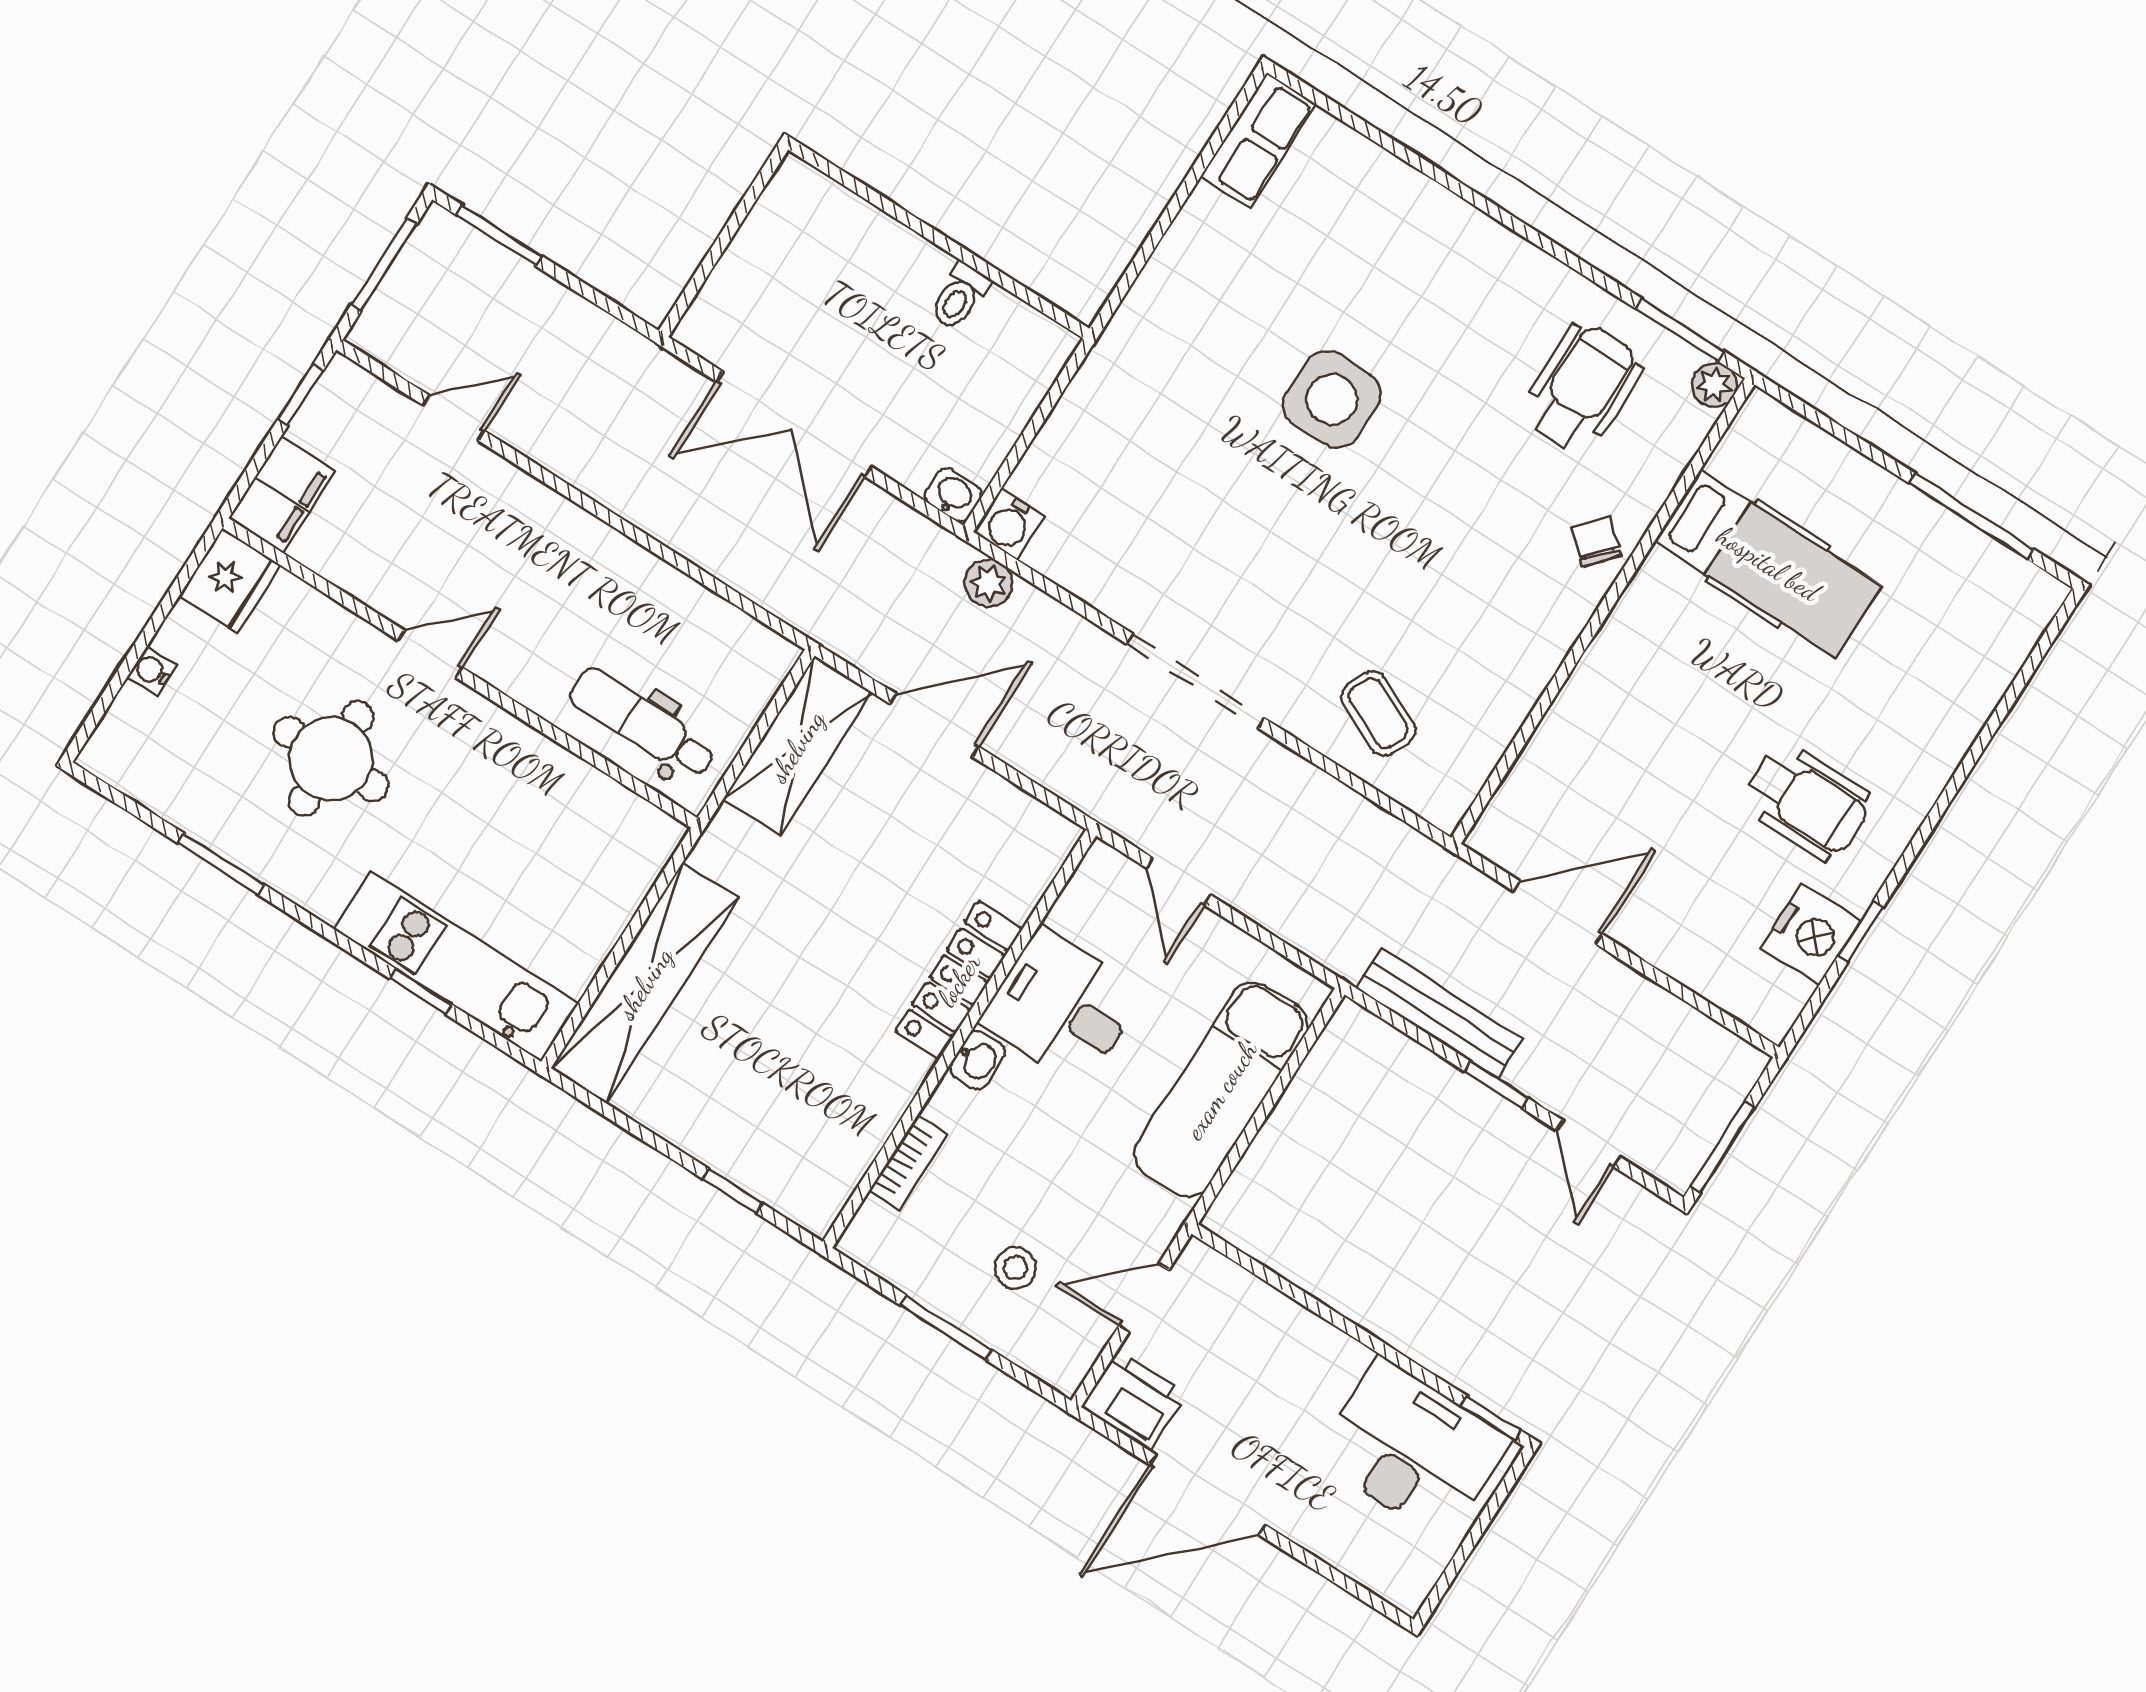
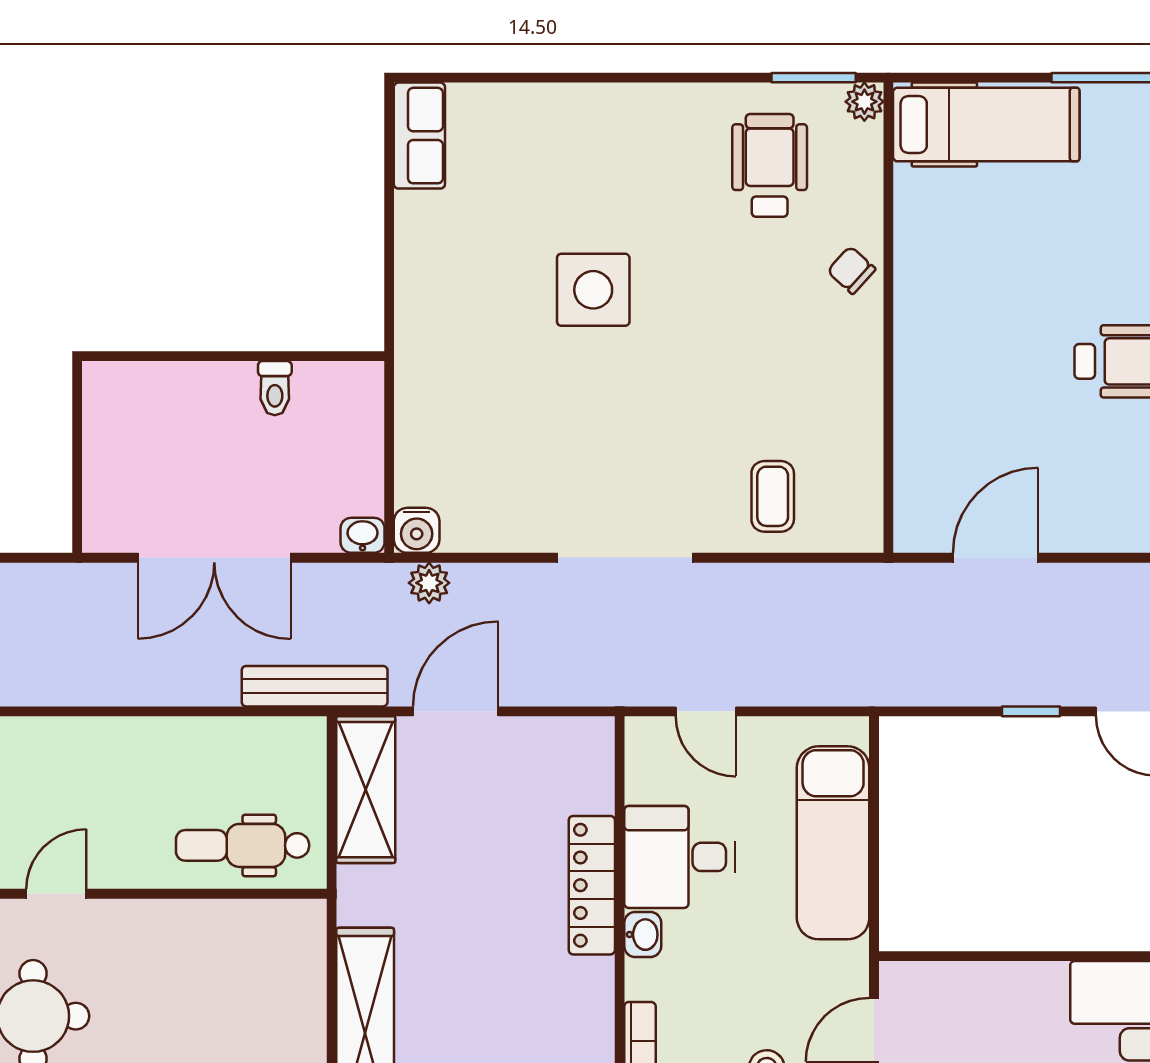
hospital bed: (1768, 564) -> (986, 125), moved
coffee table: (1378, 713) -> (773, 496), turned 65
bench: (1439, 1014) -> (315, 686), moved

